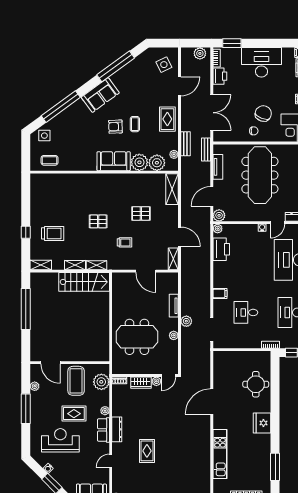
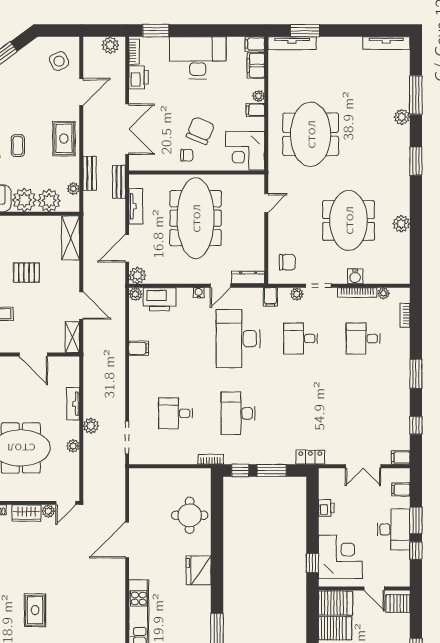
printer: (221, 249) -> (159, 299), moved, turned 90
filing cabinet: (220, 293) -> (139, 348), moved

